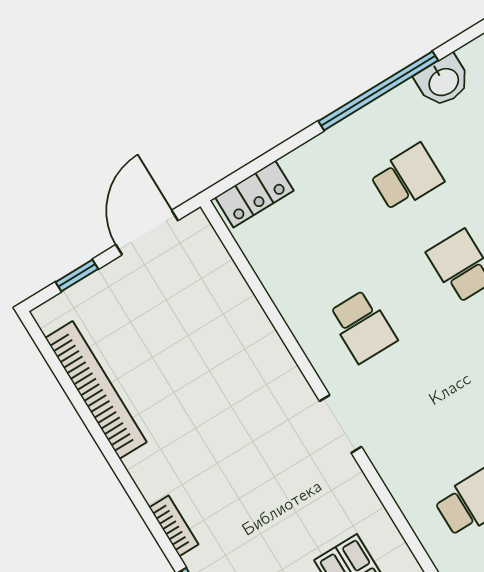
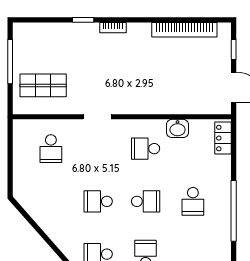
washbasin: (443, 81) -> (178, 128), moved, turned -90
doorway: (340, 424) -> (97, 117), moved

